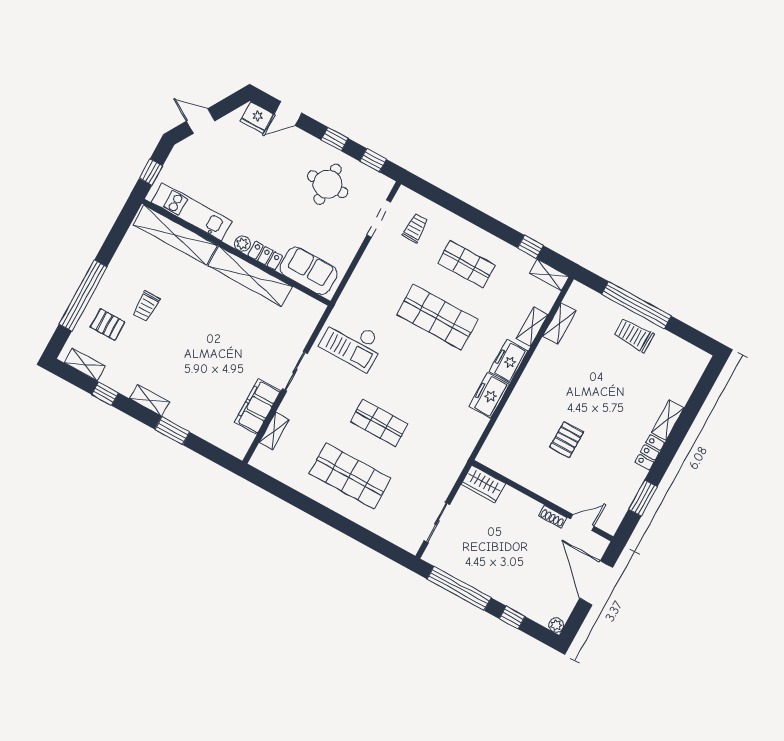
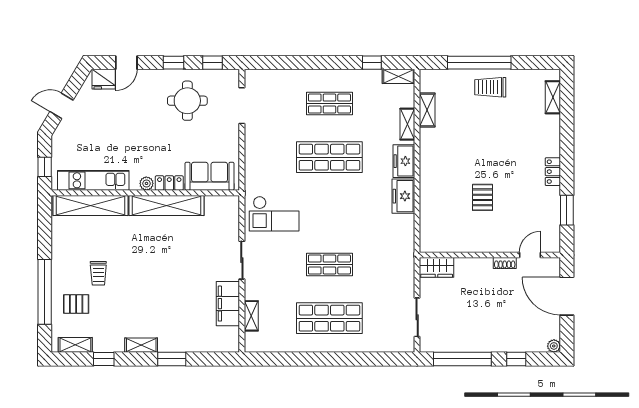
trolley: (415, 228) -> (274, 97), removed
shelving: (668, 420) -> (553, 97), moved

